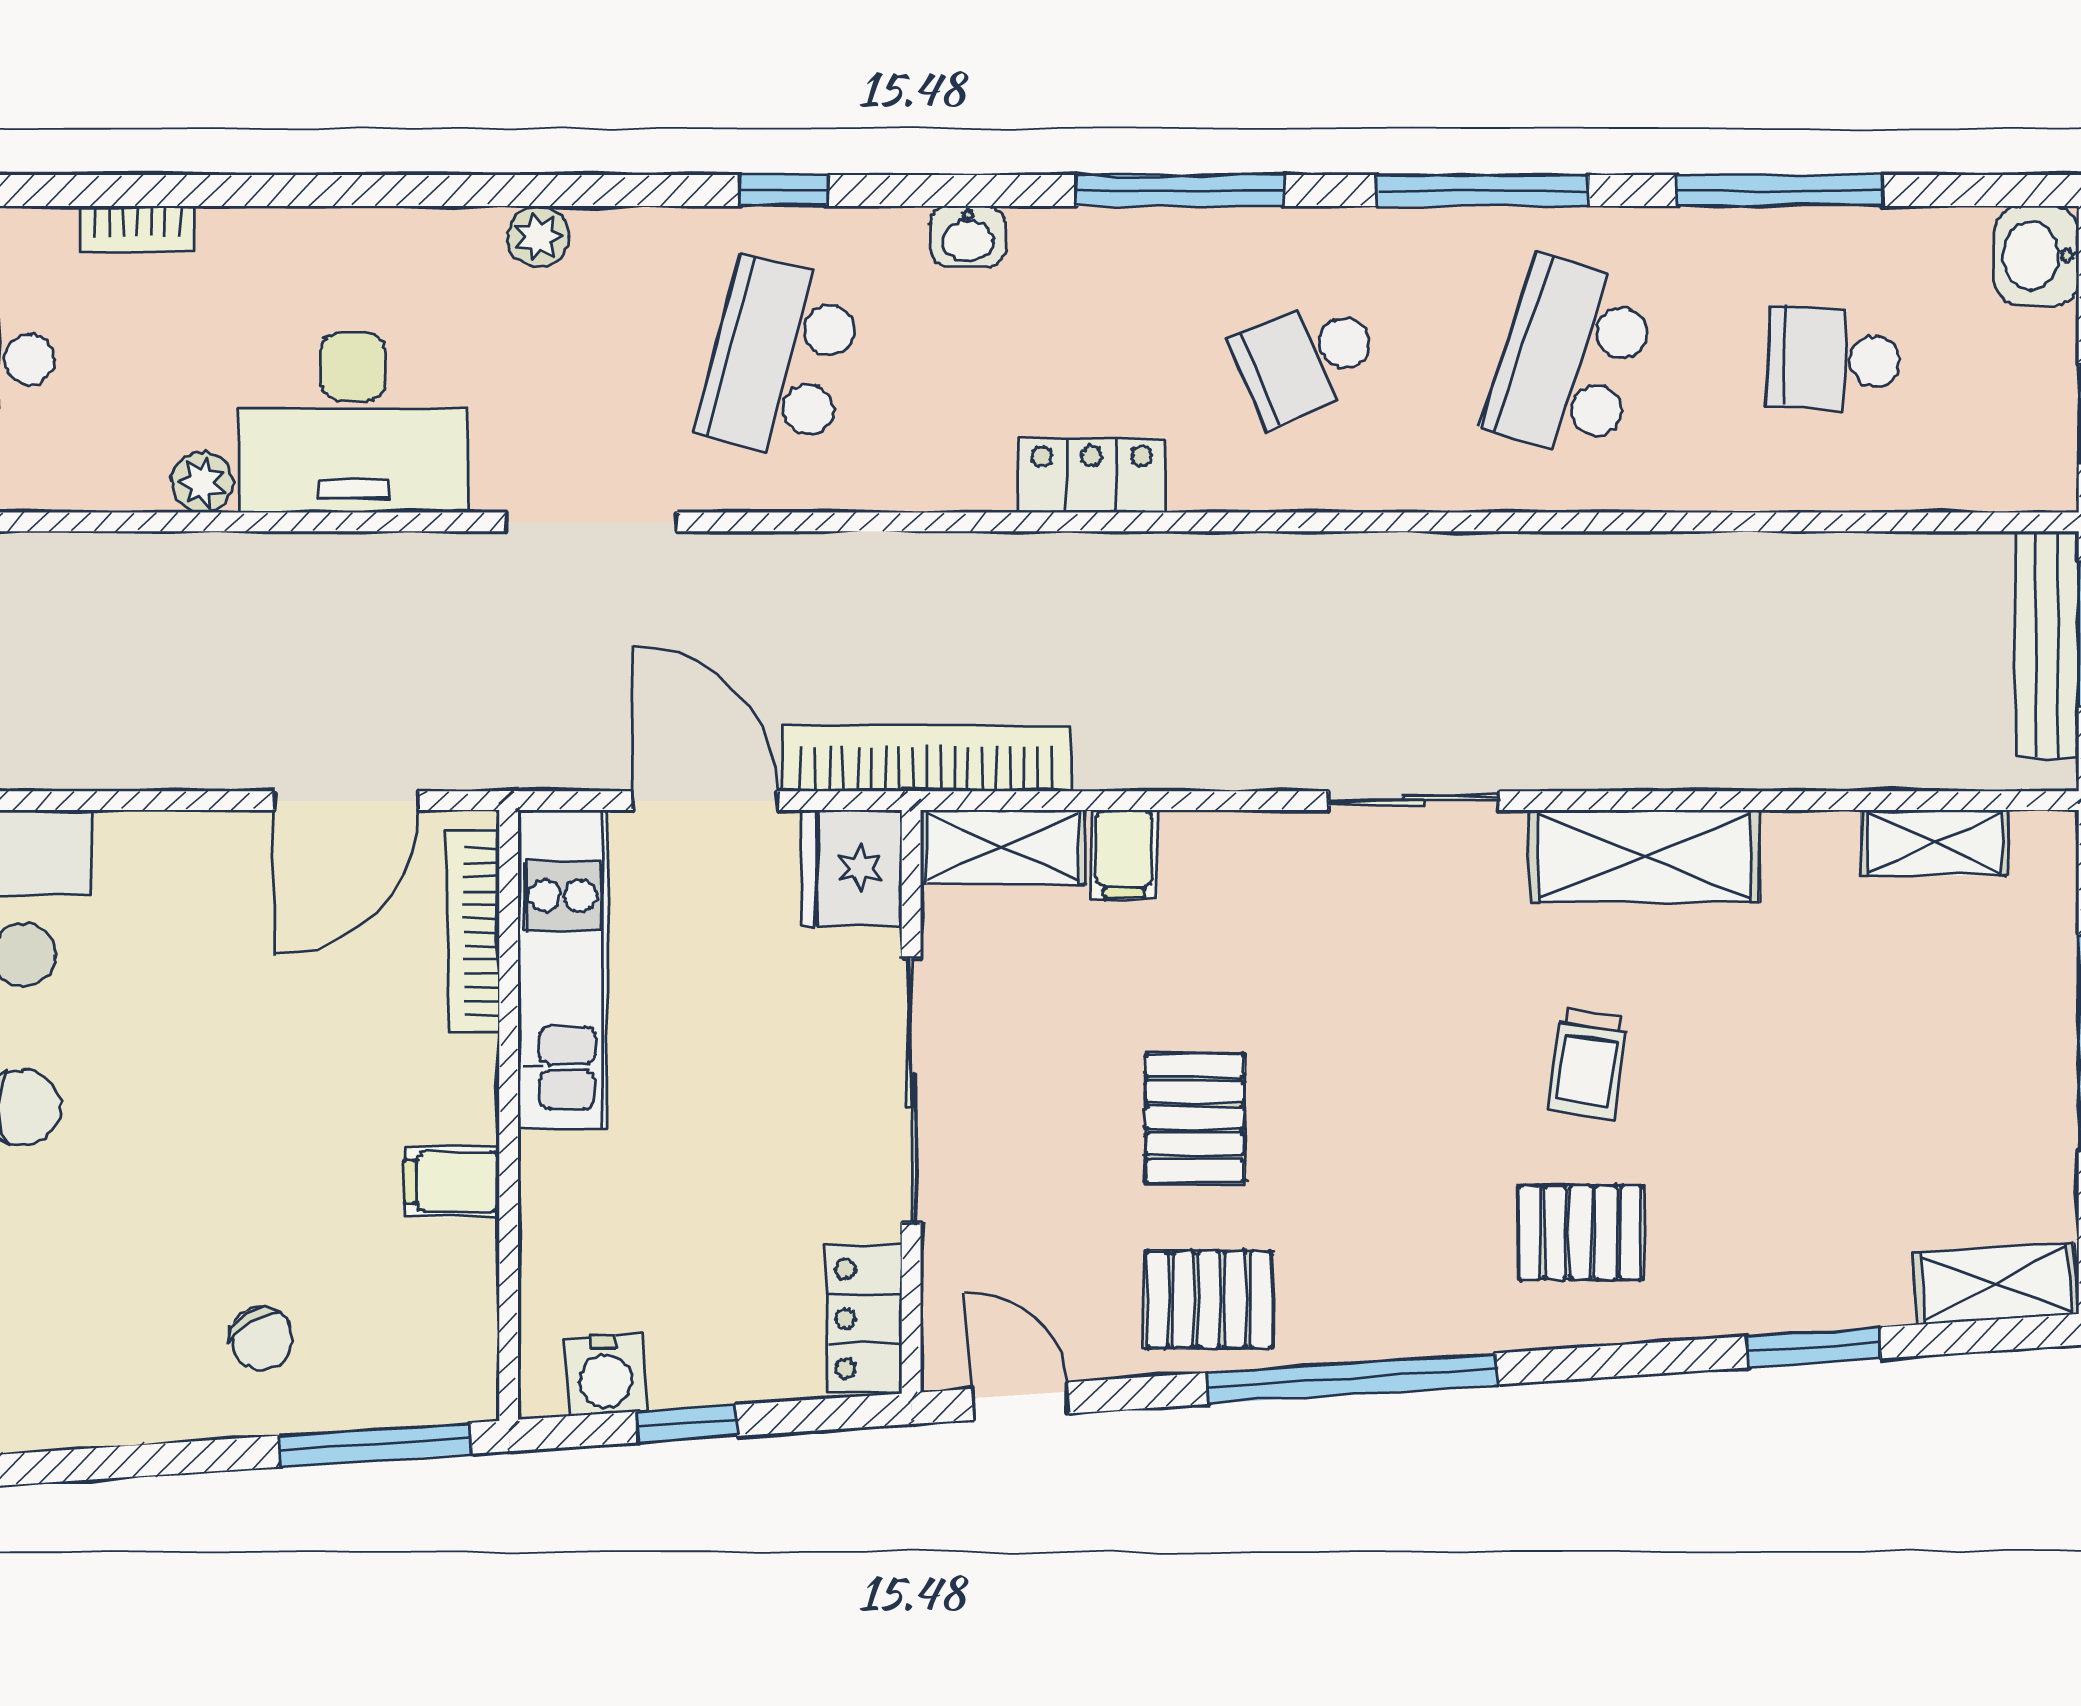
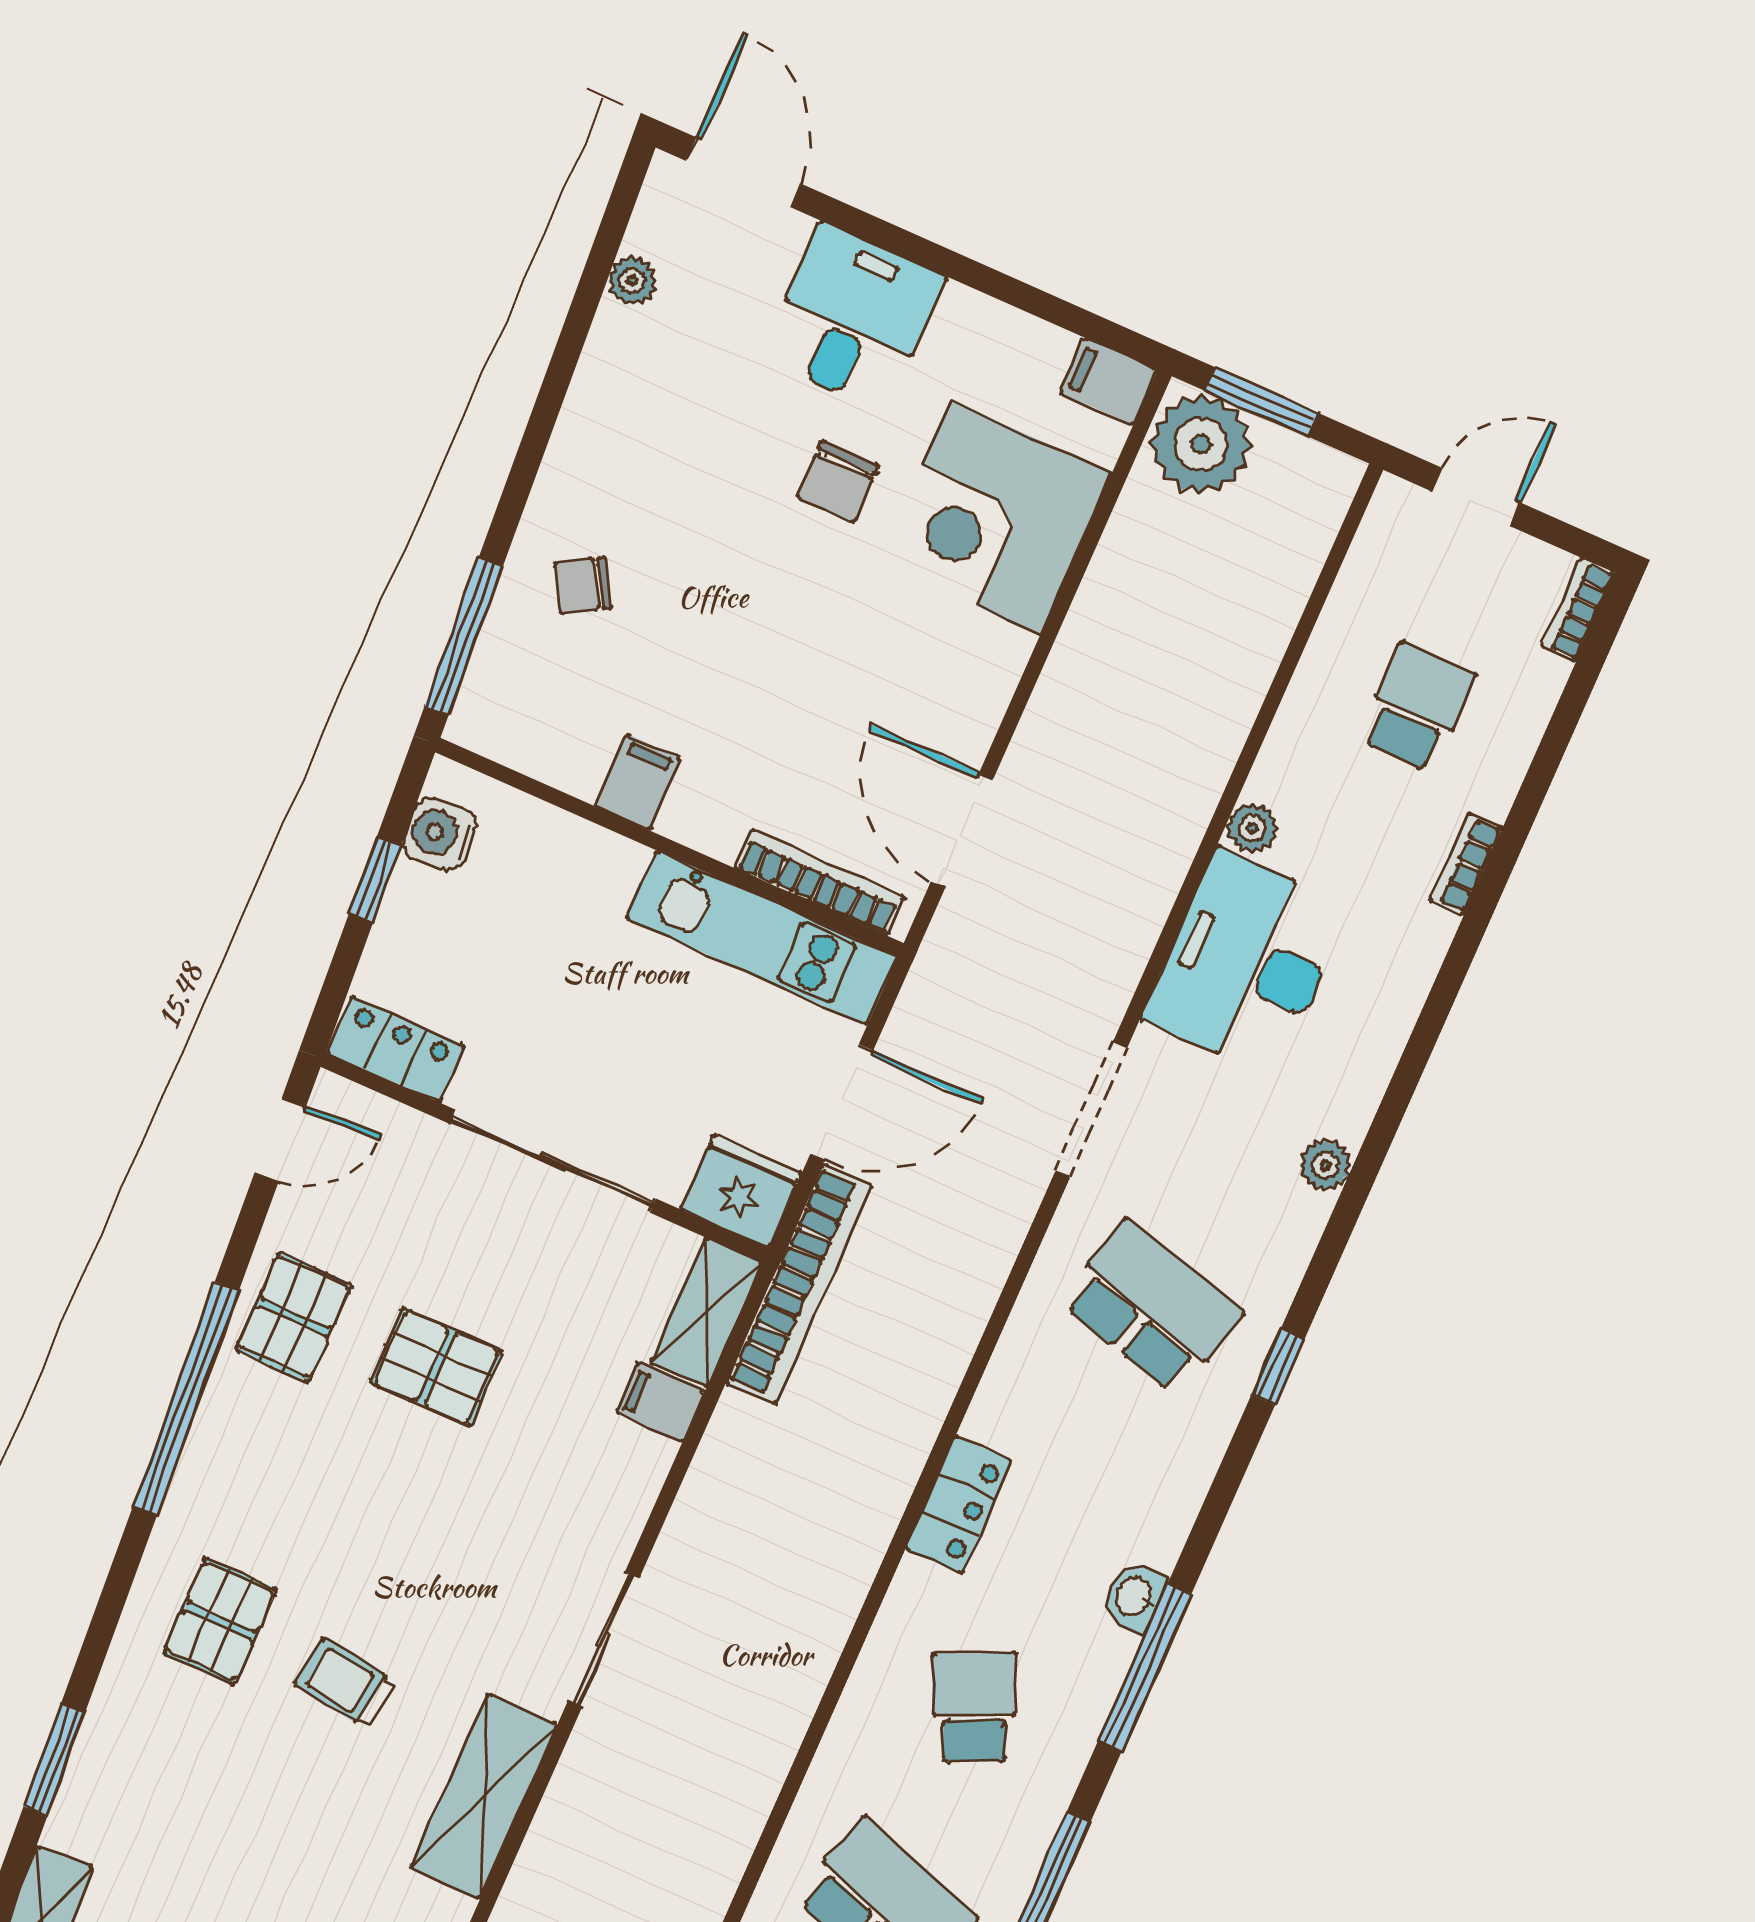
washbasin: (968, 237) -> (1134, 1597), moved

